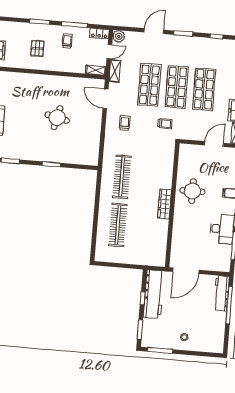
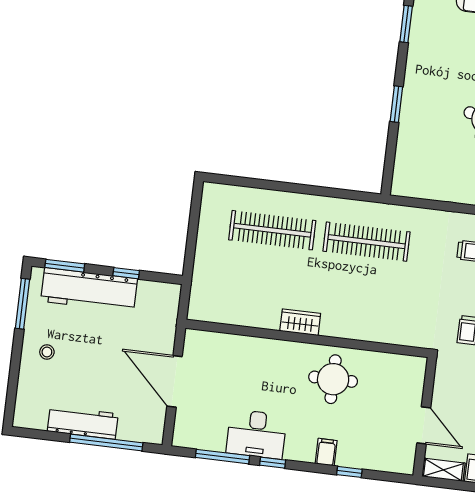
wardrobe: (165, 204) -> (300, 322), width x0.67
door: (186, 271) -> (175, 381), moved
workbench: (221, 293) -> (83, 423), moved
workbench: (154, 294) -> (89, 290), moved

